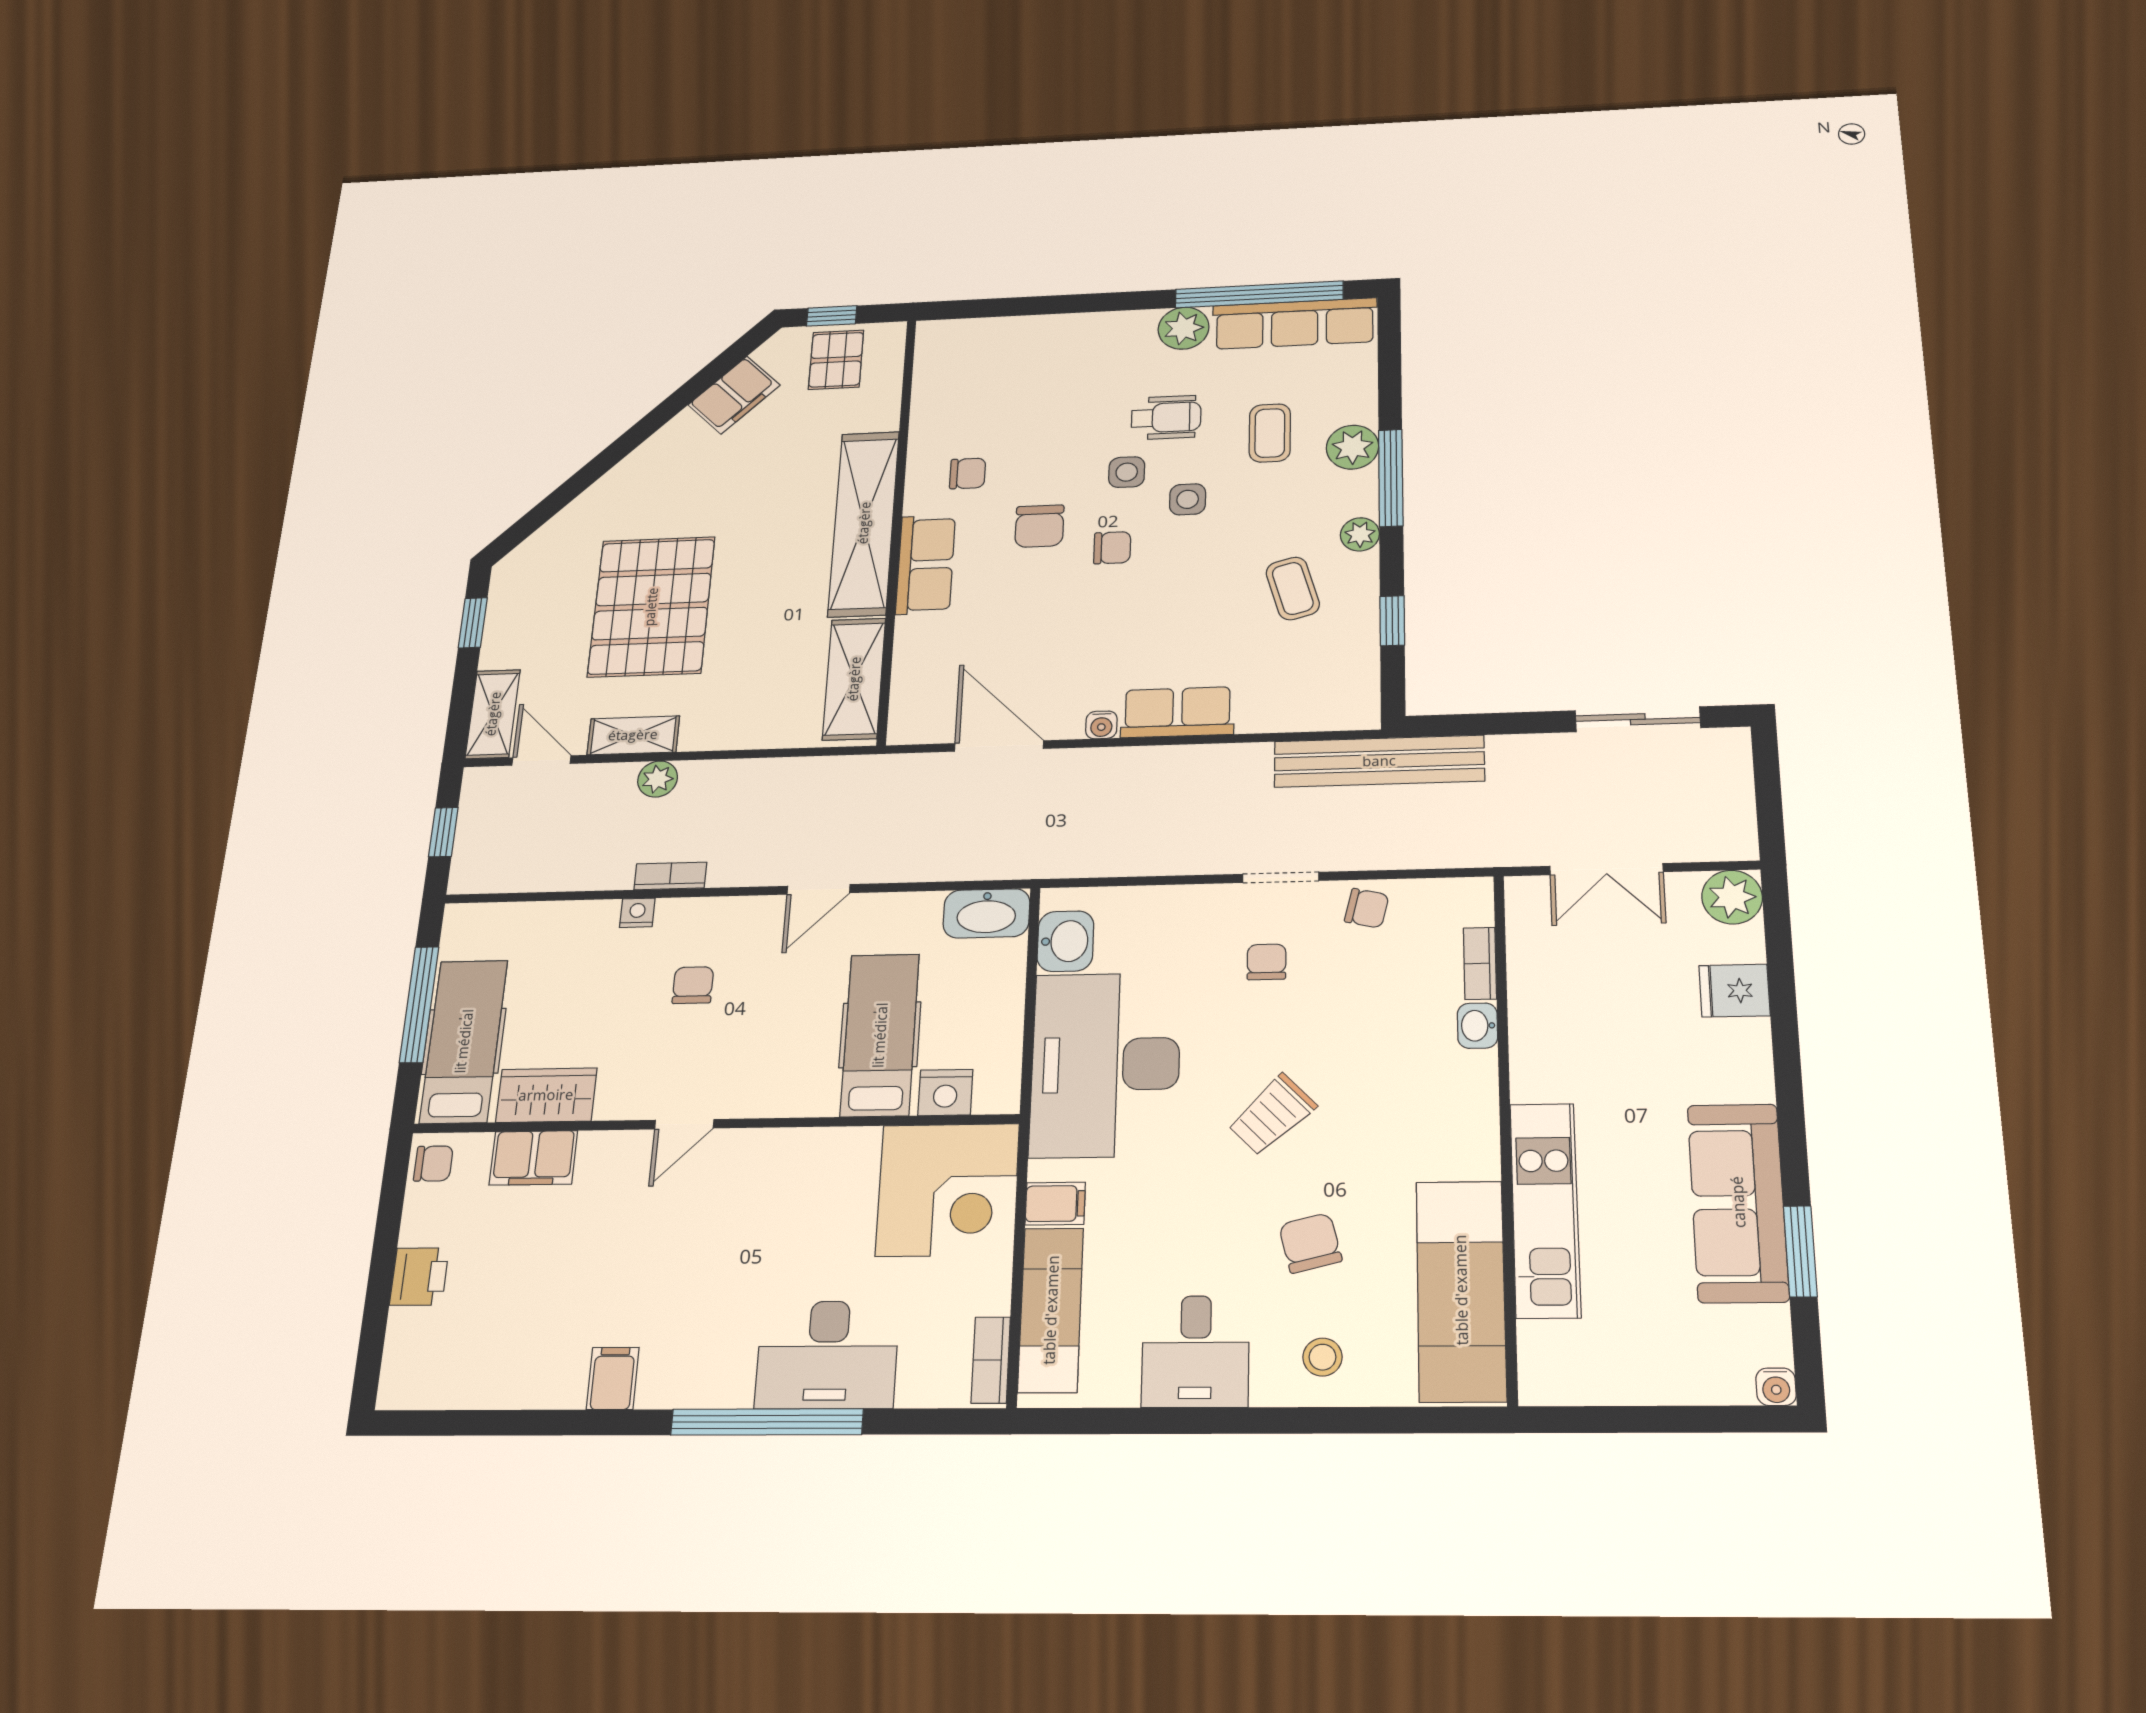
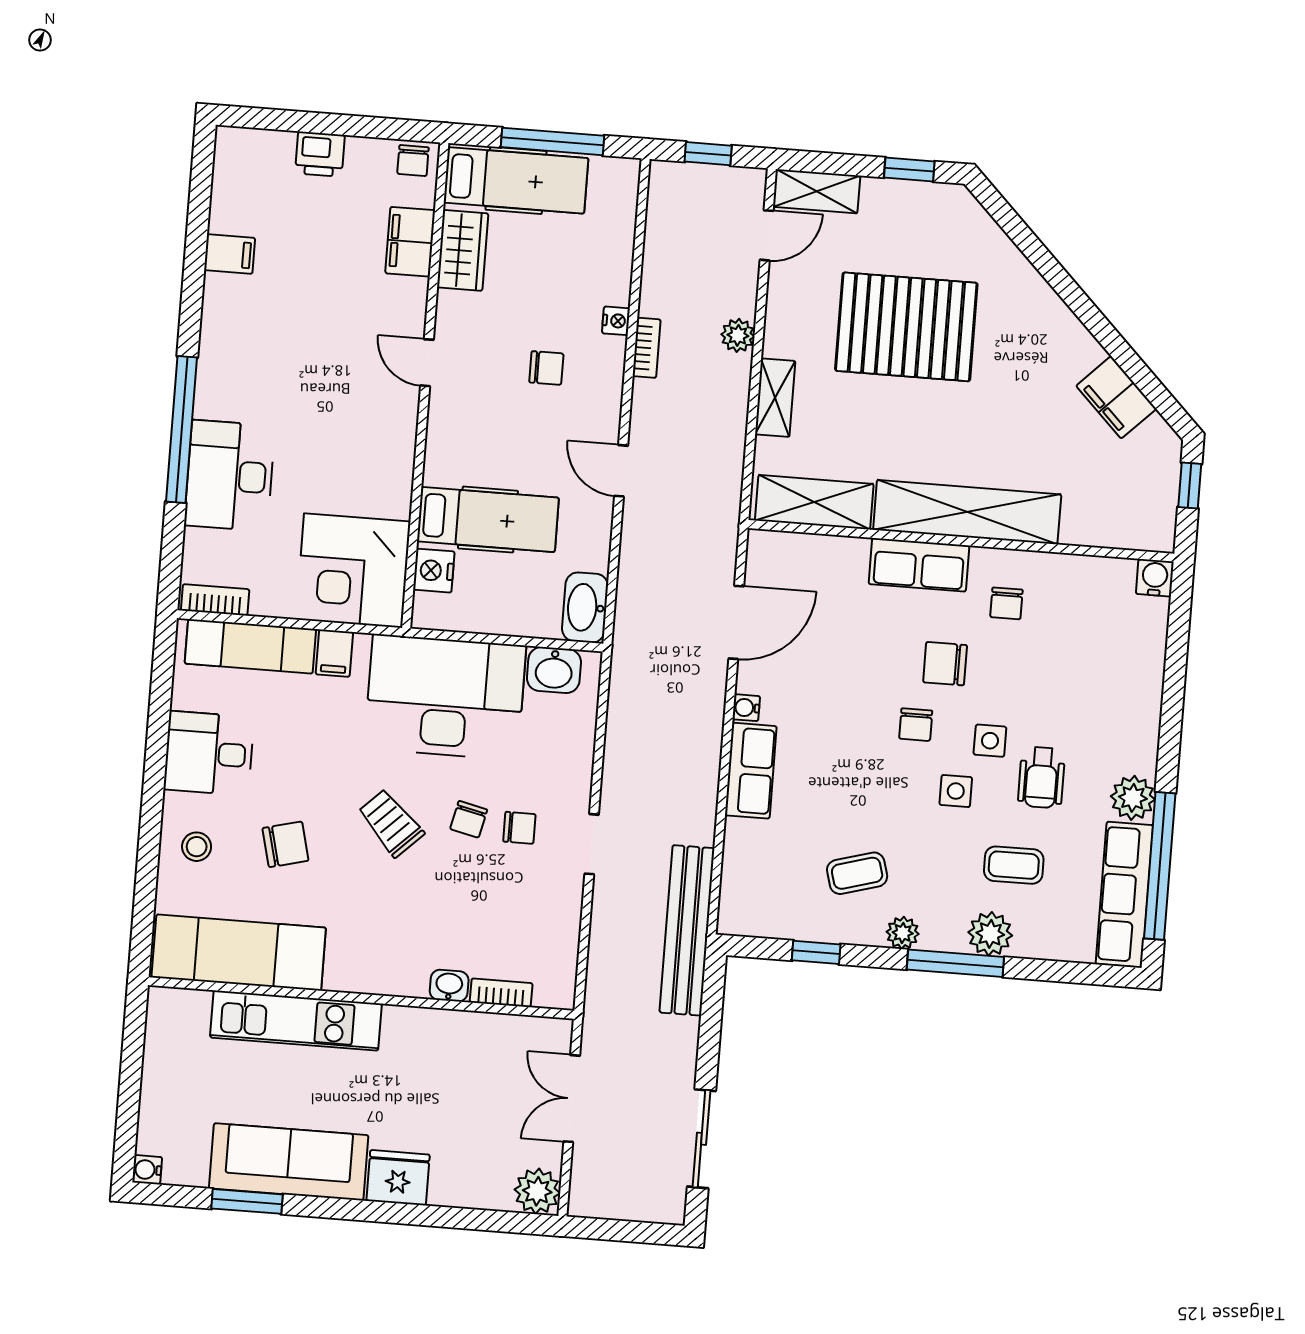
water cooler: (934, 336) -> (1155, 578), added
pallet: (836, 360) -> (1142, 489), removed
shelving: (633, 735) -> (775, 398), moved
chair: (1367, 908) -> (469, 819), moved
fridge: (1735, 991) -> (398, 1178), moved, width x1.38
filing cabinet: (613, 1378) -> (230, 254), moved

